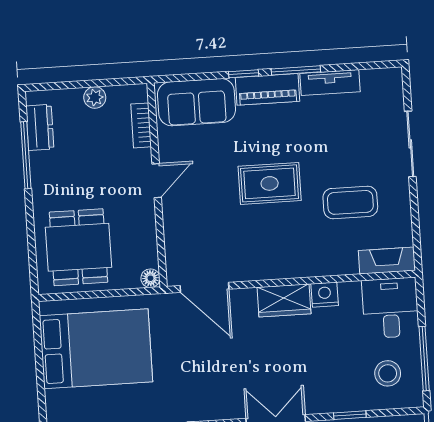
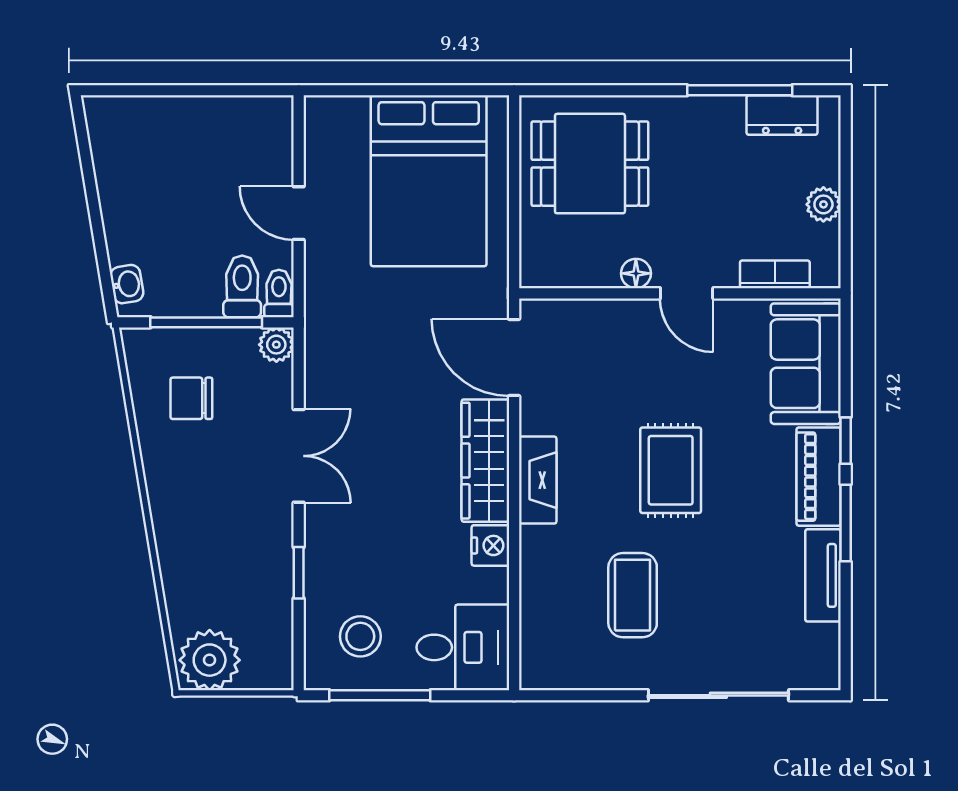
sliding door: (410, 144) -> (718, 695), width x1.37
fireplace: (387, 260) -> (538, 480), moved
floor lamp: (150, 278) -> (636, 273), moved
door: (205, 287) -> (514, 358), hinge flipped
wardrobe: (284, 300) -> (485, 461), width x1.50

